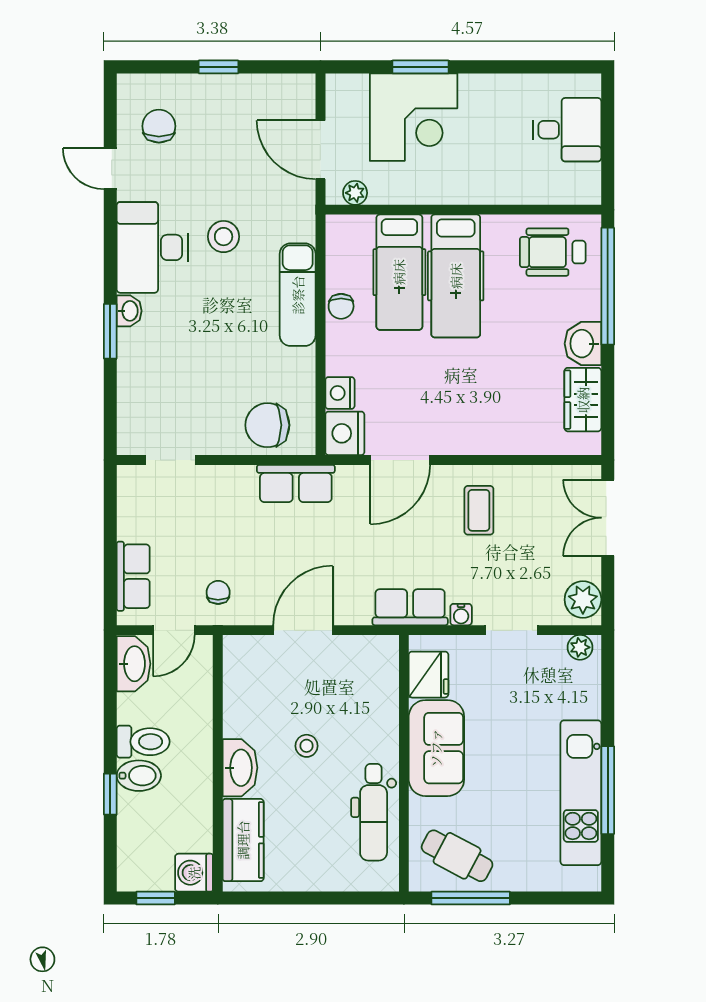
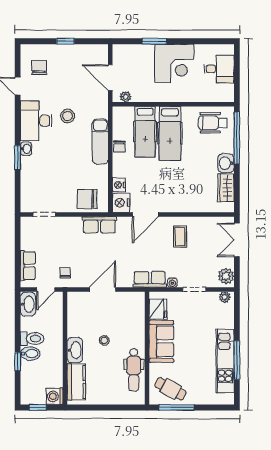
corner desk: (414, 117) -> (174, 63), moved

